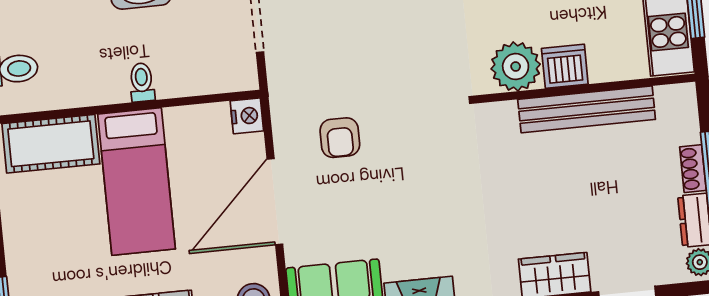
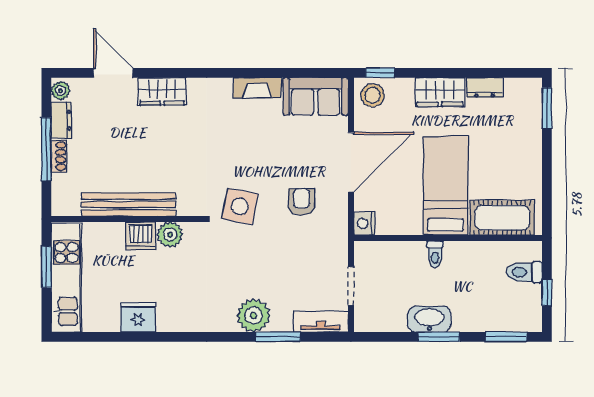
plant: (516, 67) -> (170, 235), width x0.73, depth x0.73
side table: (427, 123) -> (240, 206), added

